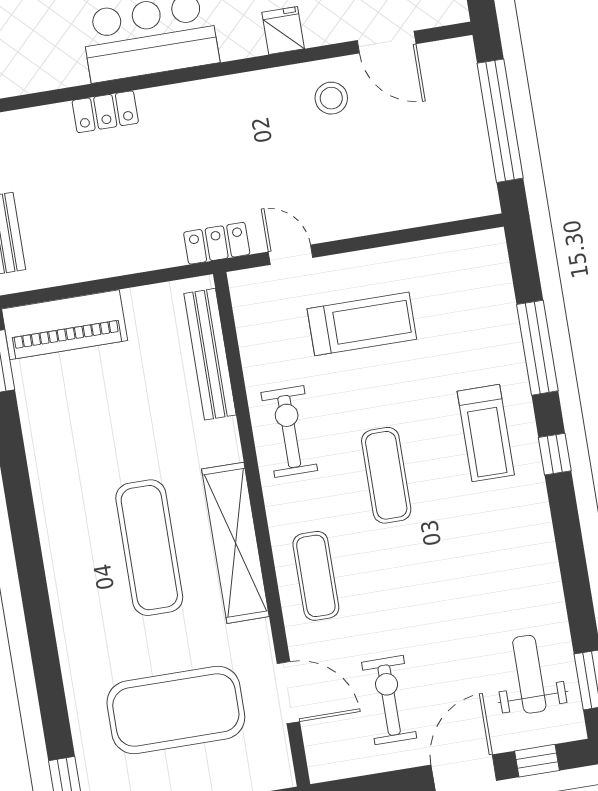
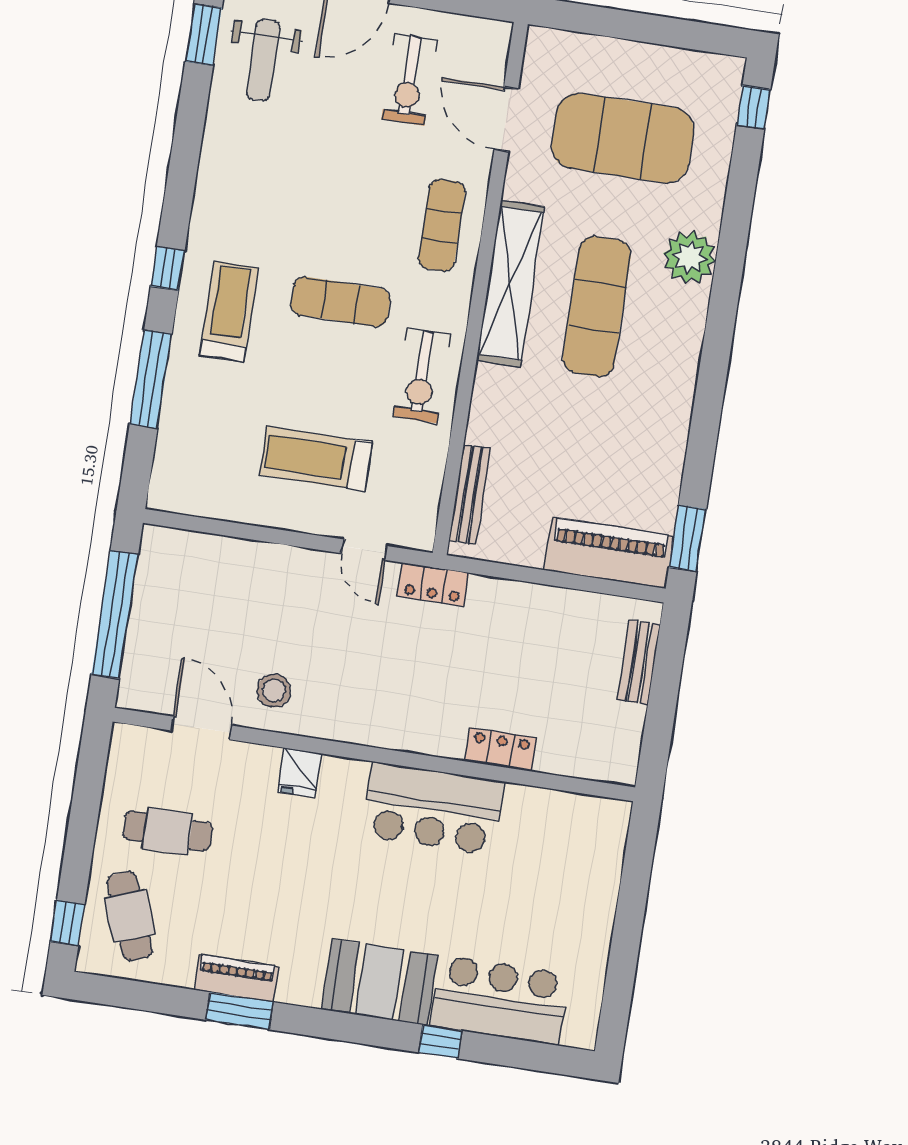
bench: (210, 354) -> (470, 495), width x0.73, depth x0.82
exercise mat: (386, 475) -> (340, 302), turned 90
plant: (79, 620) -> (689, 257), added

